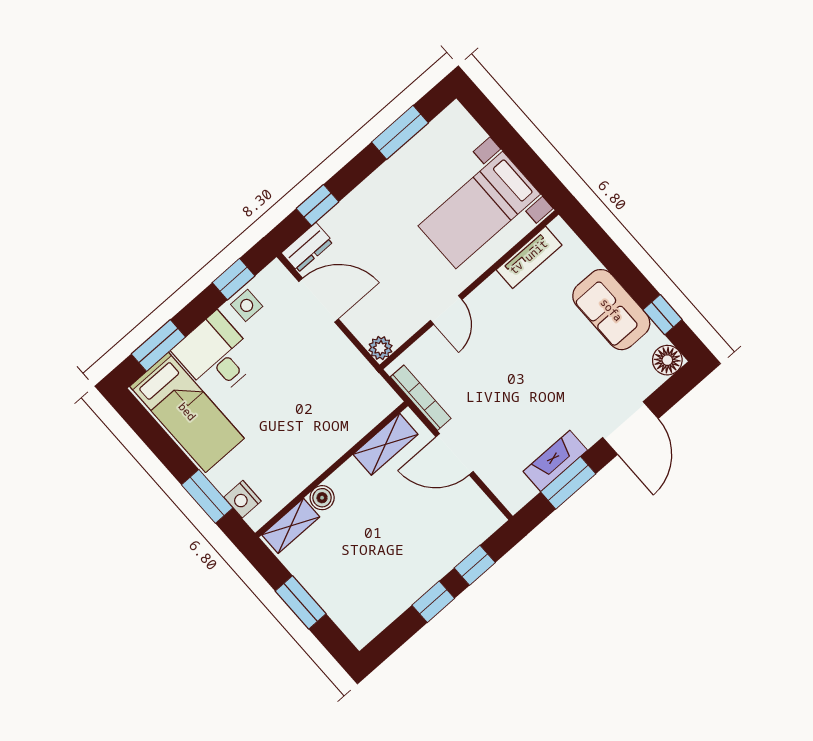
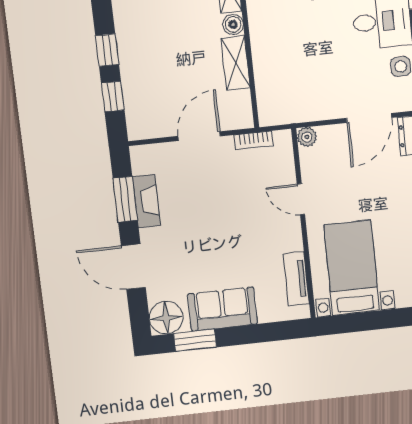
window: (662, 315) -> (195, 340), width x1.50
floor lamp: (667, 360) -> (166, 318), width x1.38, depth x1.38
bookcase: (421, 398) -> (254, 140), width x0.64
shelving: (386, 444) -> (236, 63), moved

